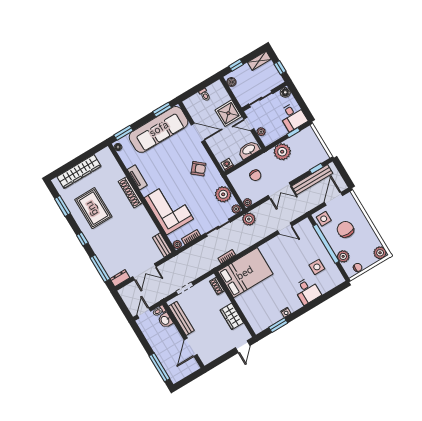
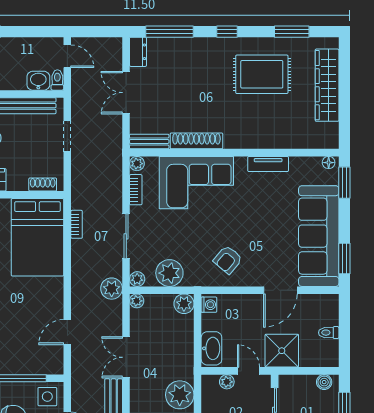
door: (249, 124) -> (248, 371), hinge flipped
chair: (255, 175) -> (169, 336), removed
plant: (234, 177) -> (184, 304), added
shoe rack: (130, 192) -> (196, 141), moved

